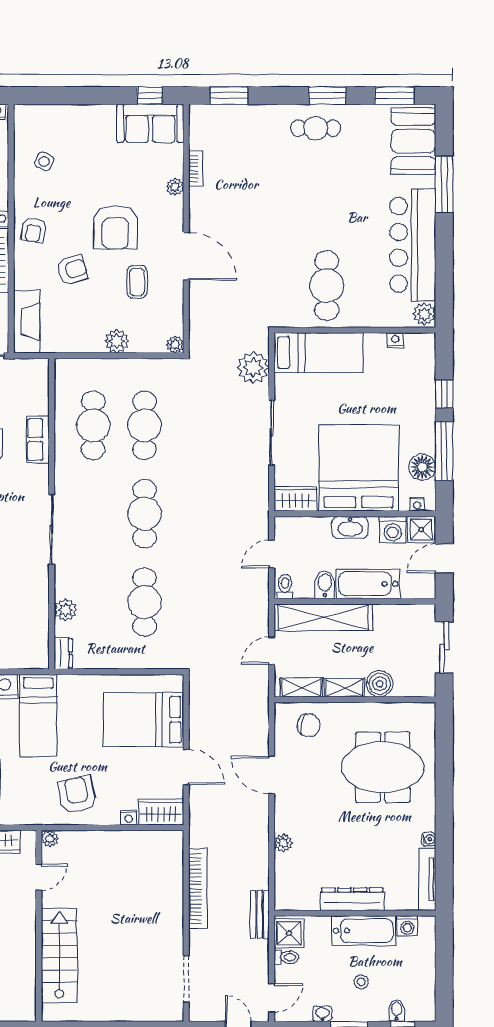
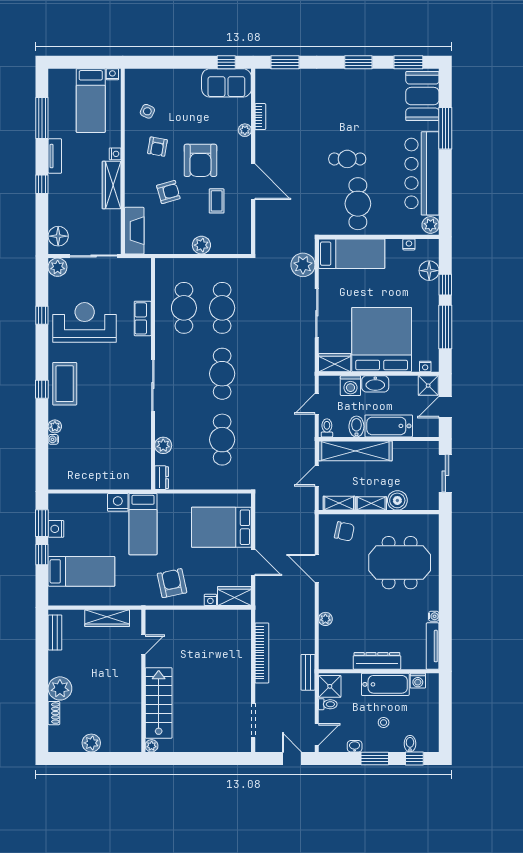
cafe table: (316, 128) -> (347, 159), moved
armchair: (34, 230) -> (157, 147), moved
plant: (175, 345) -> (245, 248), removed
floor lamp: (422, 467) -> (429, 271), moved
washing machine: (393, 530) -> (350, 386), moved
plant: (50, 839) -> (152, 746), moved

